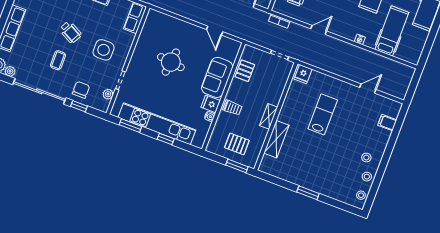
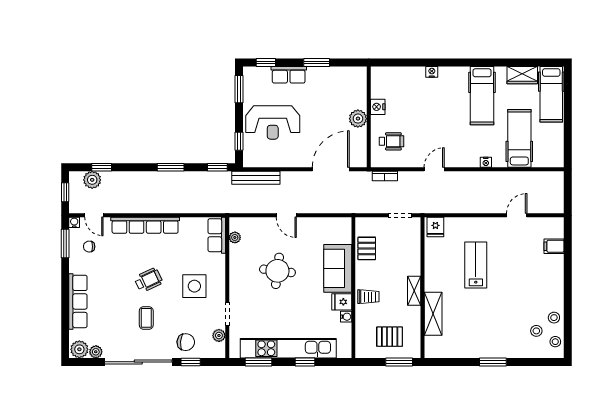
plant: (148, 25) -> (235, 237), added
door: (215, 31) -> (286, 215), moved
wheelchair: (70, 32) -> (148, 280), turned -53
chair: (81, 90) -> (186, 342), turned 95
stool: (366, 158) -> (536, 331), moved

